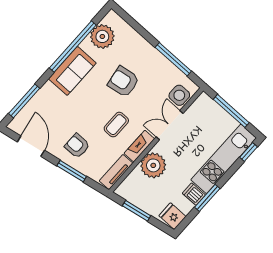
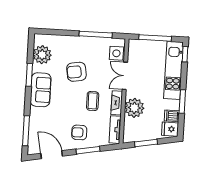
window: (73, 47) -> (29, 75), width x0.47
dishwasher: (194, 194) -> (172, 116), moved

